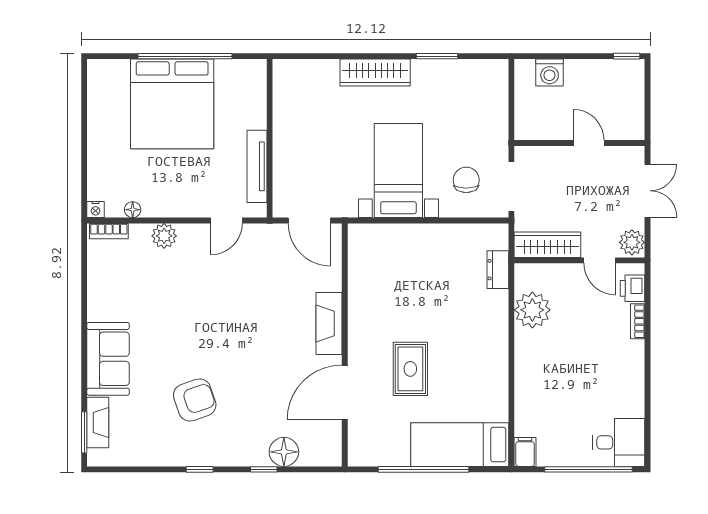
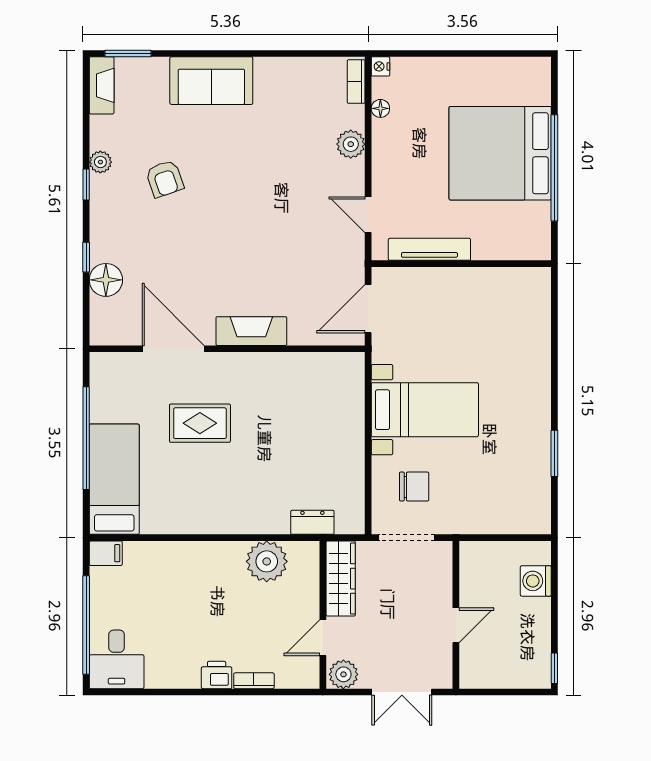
wardrobe: (375, 73) -> (536, 383), removed
printer: (633, 288) -> (217, 675), moved
armchair: (195, 400) -> (165, 179), width x0.72, depth x0.72
fireplace: (98, 423) -> (102, 85), moved, turned -90
plant: (180, 457) -> (100, 162), added

